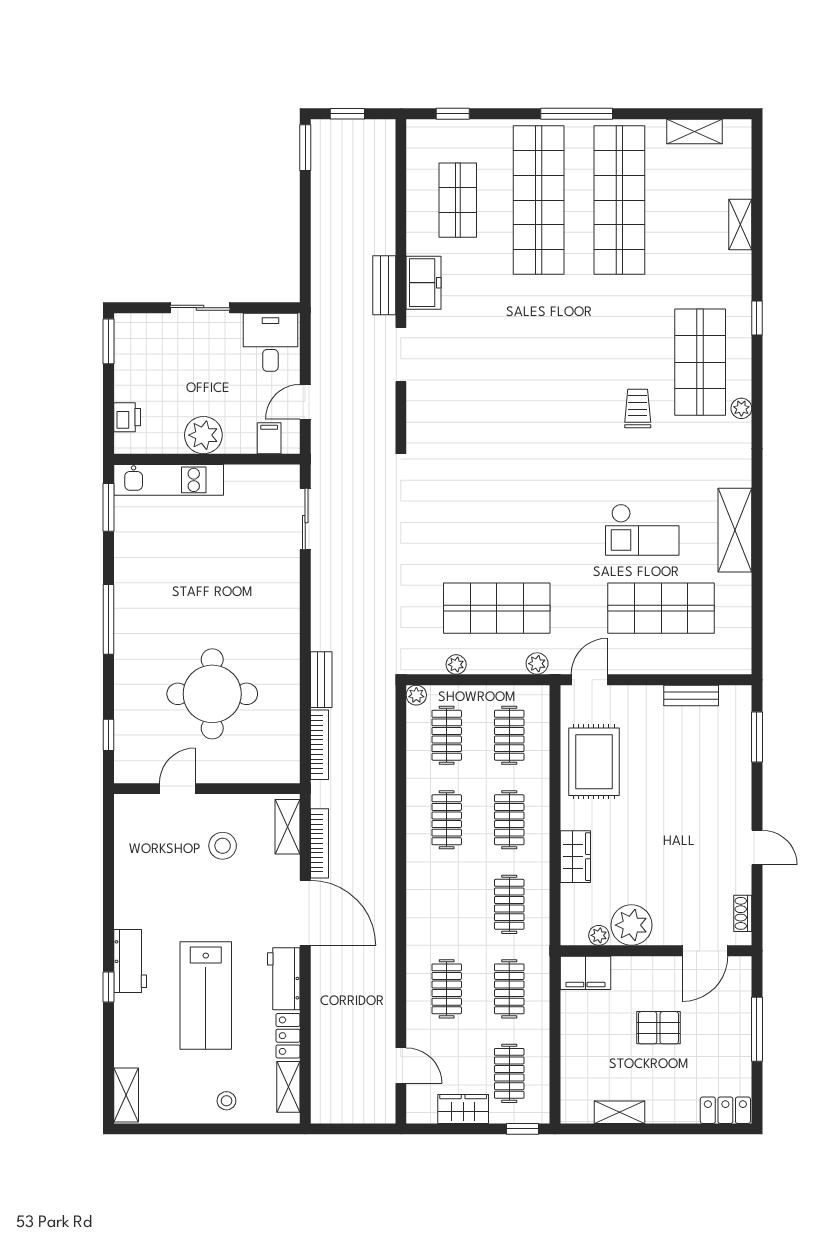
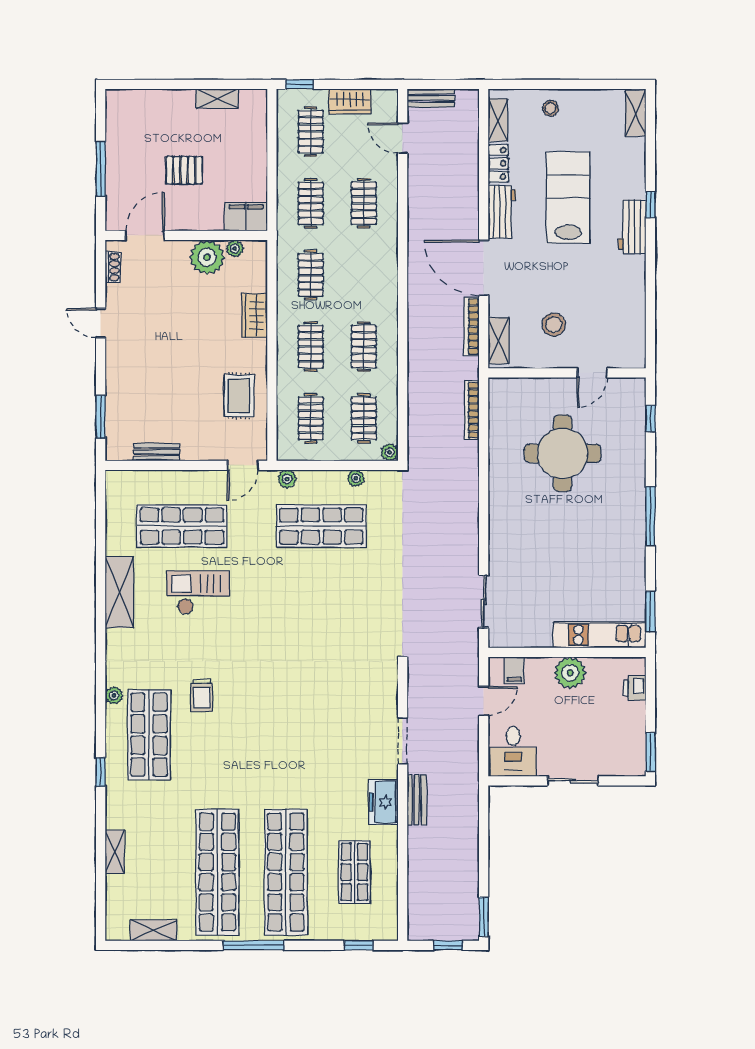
bench: (321, 680) -> (431, 98), moved, turned 90
rug: (594, 762) -> (239, 396), width x0.73, depth x0.70
locker: (725, 1110) -> (127, 100), removed

